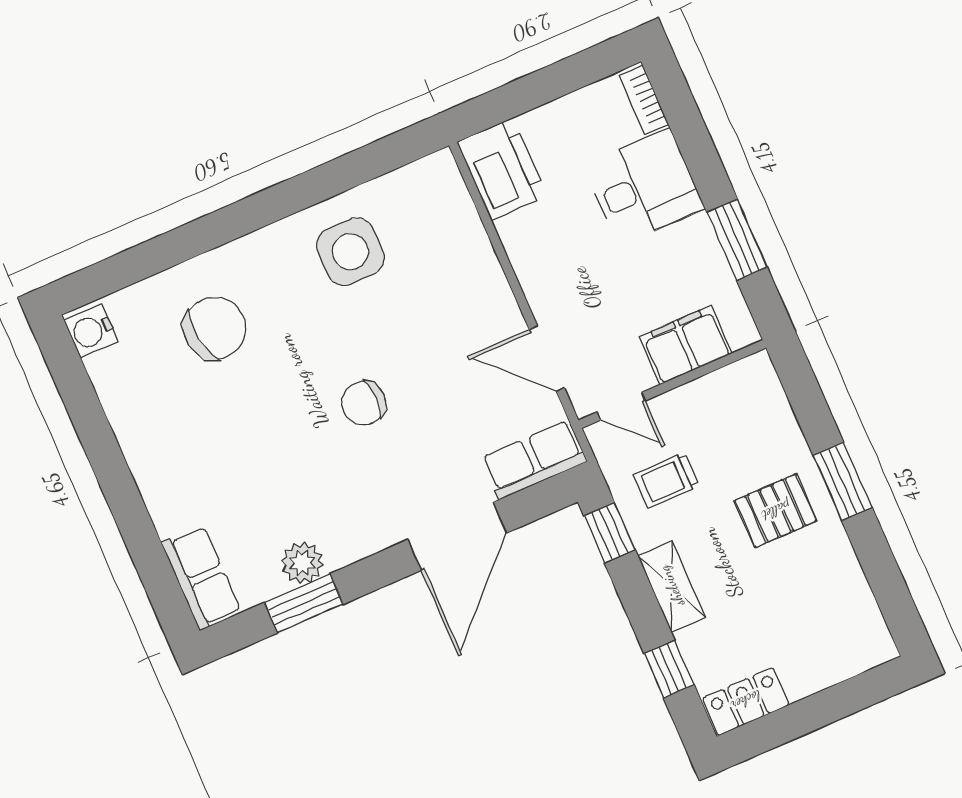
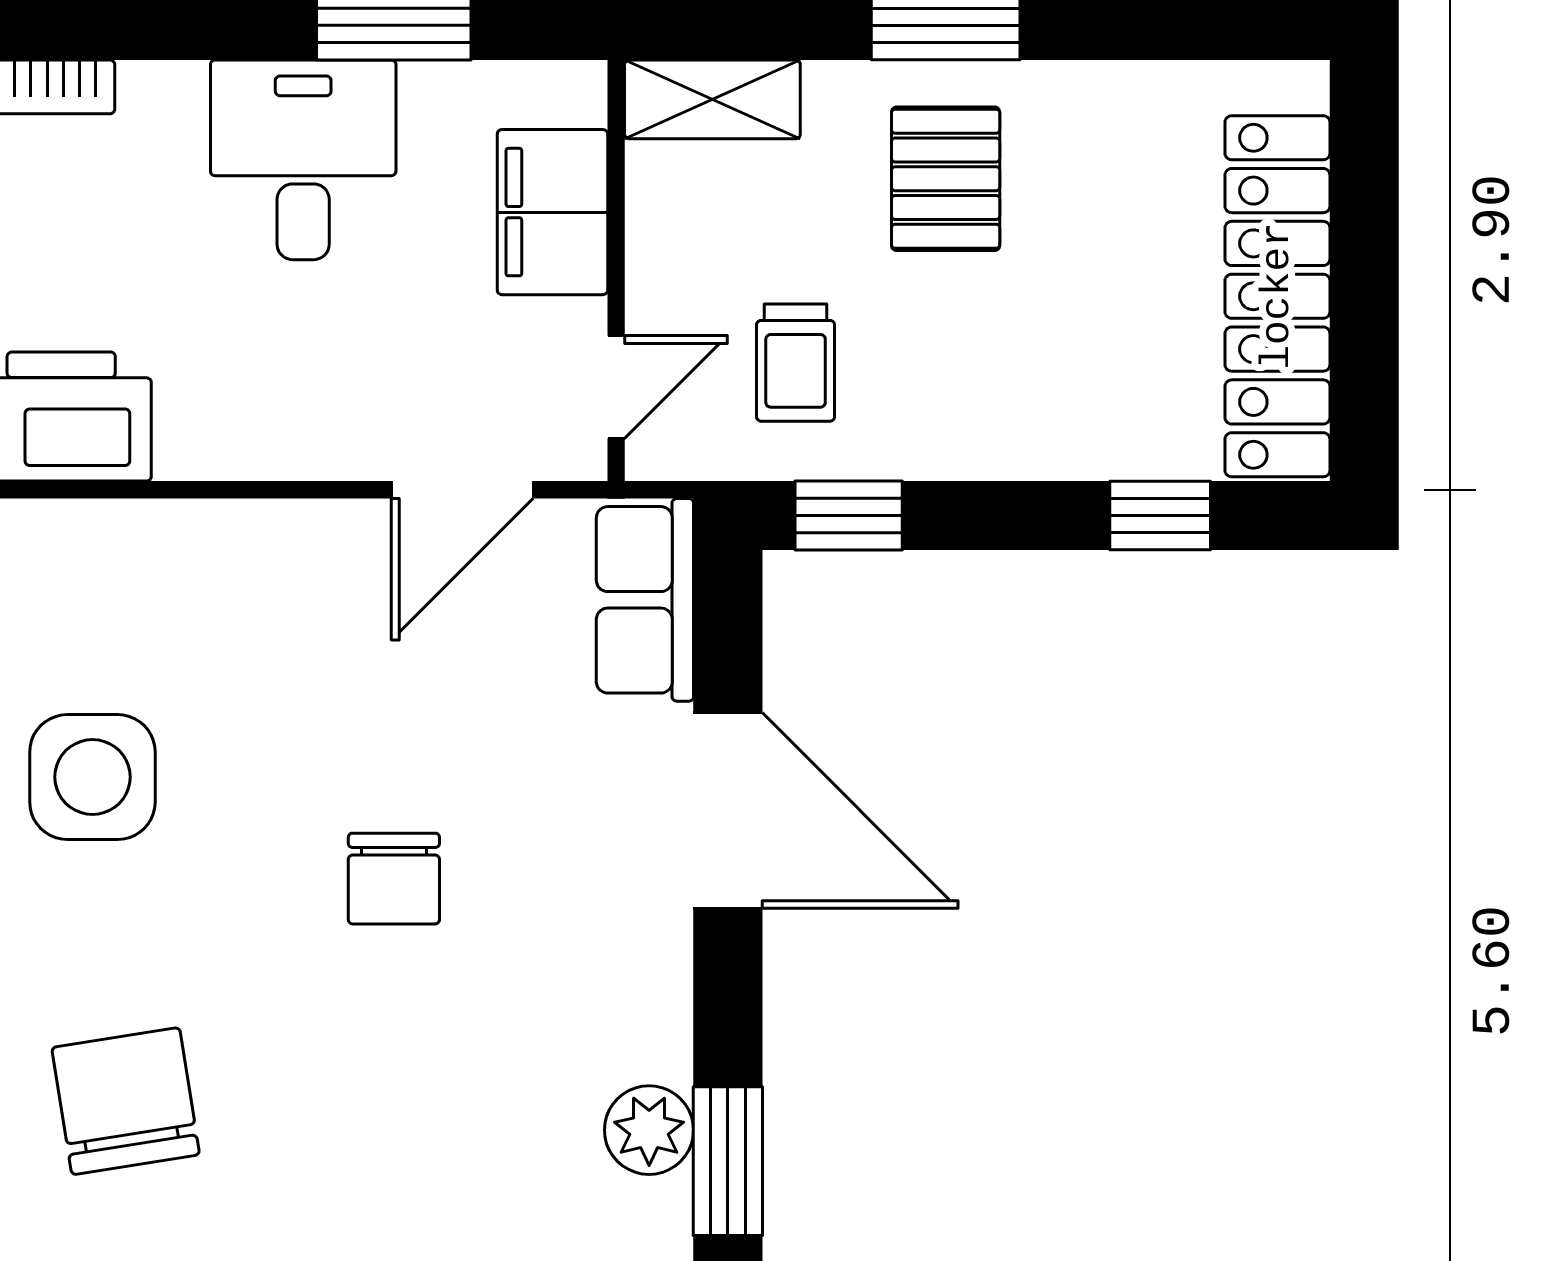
desk: (644, 187) -> (303, 160), moved
shelving: (671, 586) -> (712, 99), moved
locker: (746, 701) -> (1277, 296), width x2.16, depth x1.21

